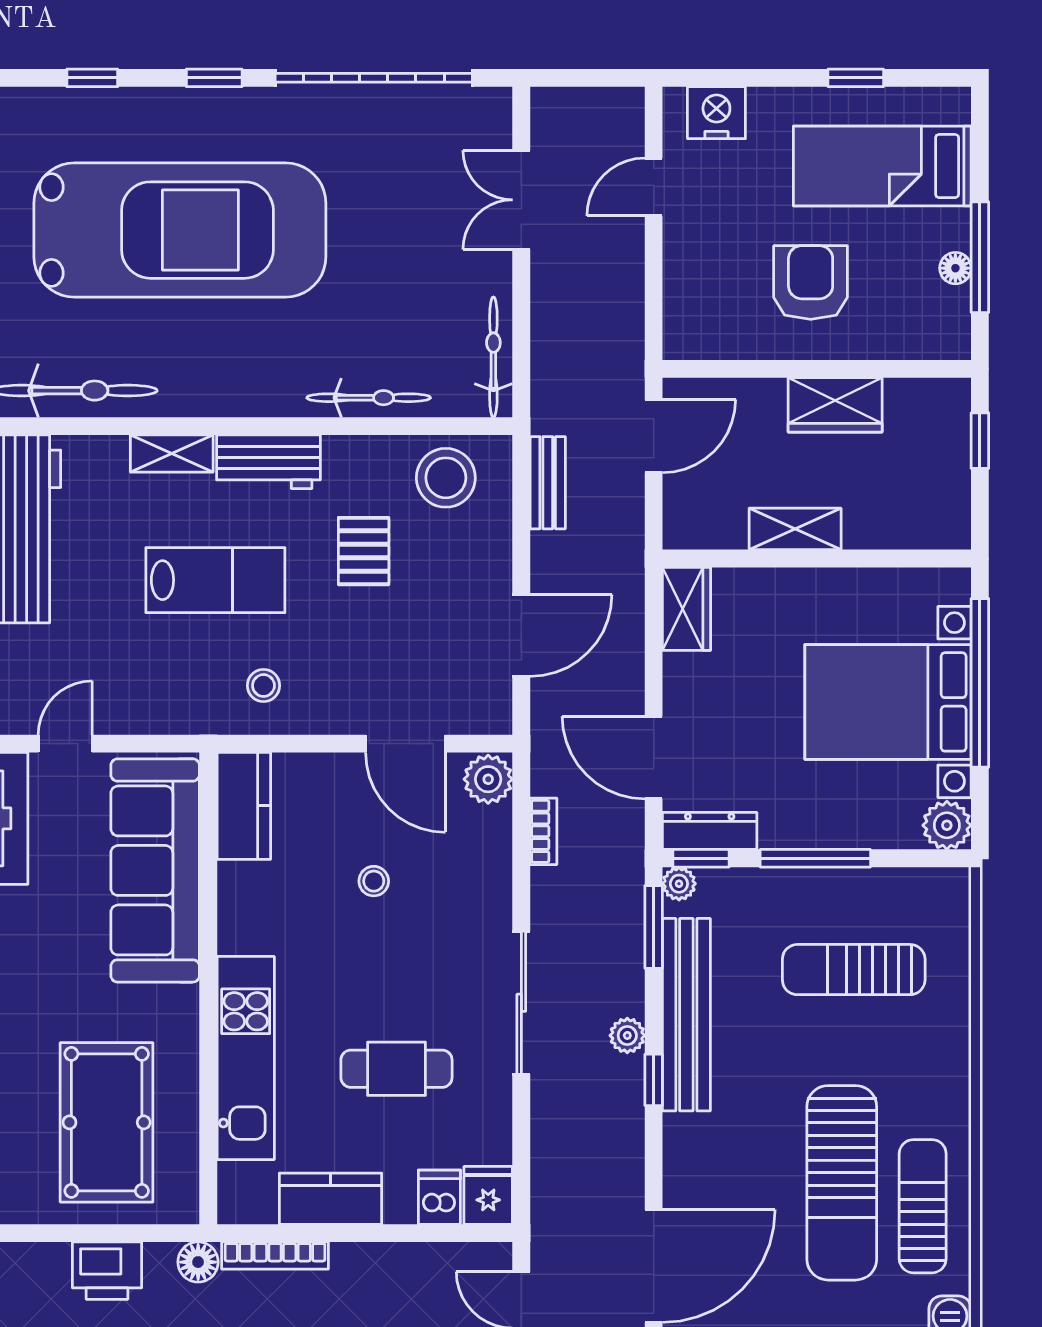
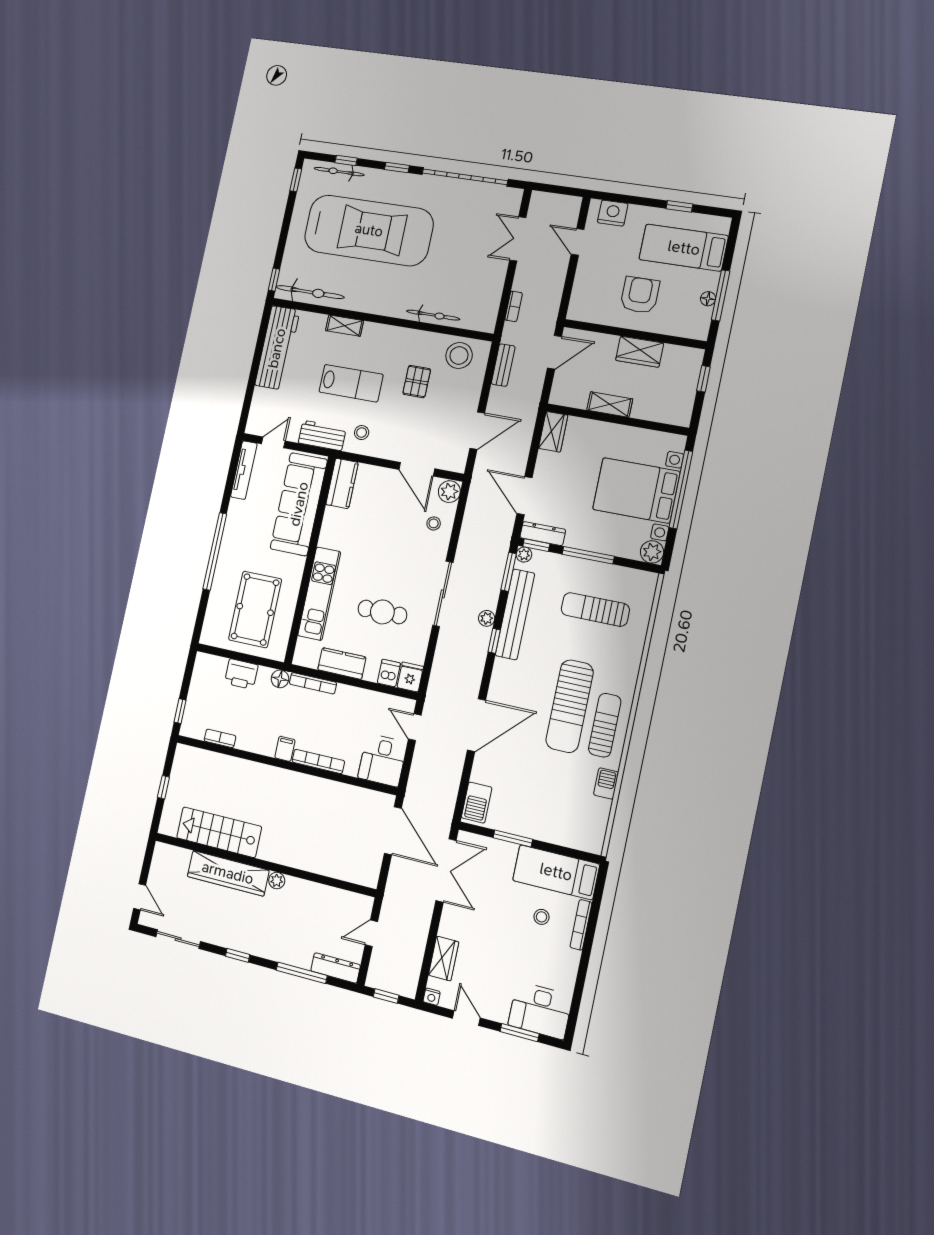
door: (654, 187) -> (578, 242), hinge flipped
bicycle: (493, 357) -> (339, 172), moved, turned -90
workbench: (268, 462) -> (322, 435), moved, turned 180
bookcase: (543, 831) -> (514, 306), moved
stool: (374, 881) -> (434, 523), moved

